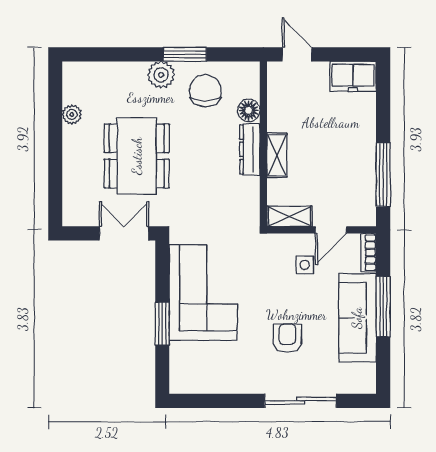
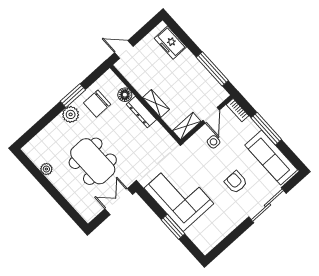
freezer: (353, 76) -> (170, 43), moved, turned 90
chair: (205, 91) -> (97, 104), turned -90
sofa: (357, 318) -> (271, 157), moved

